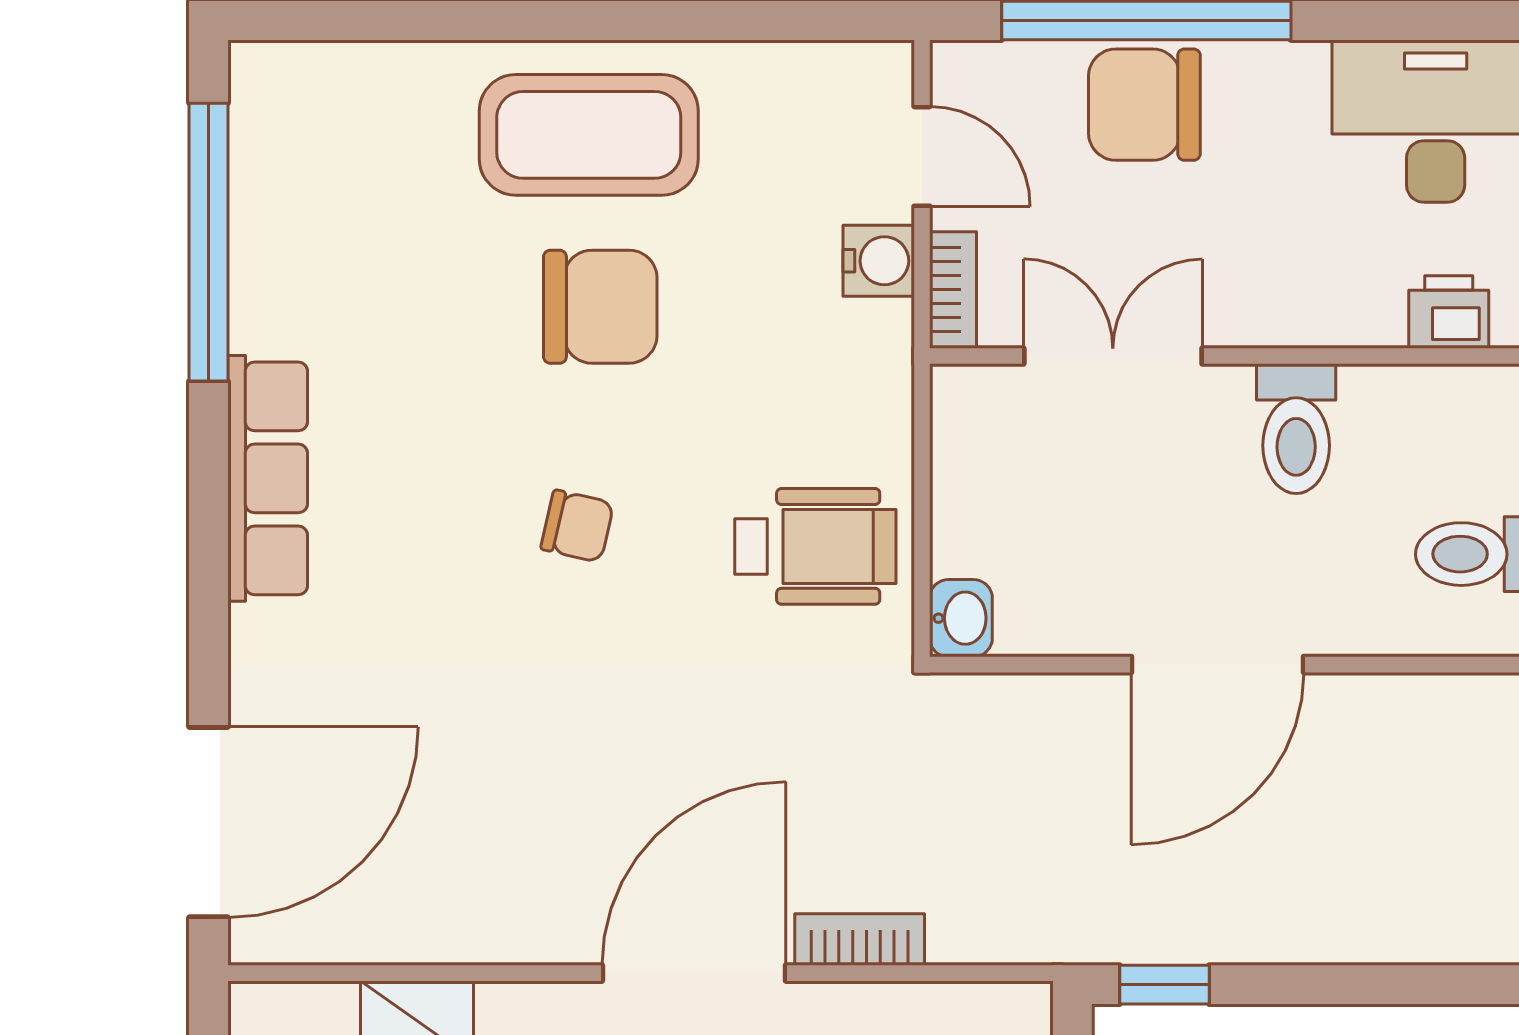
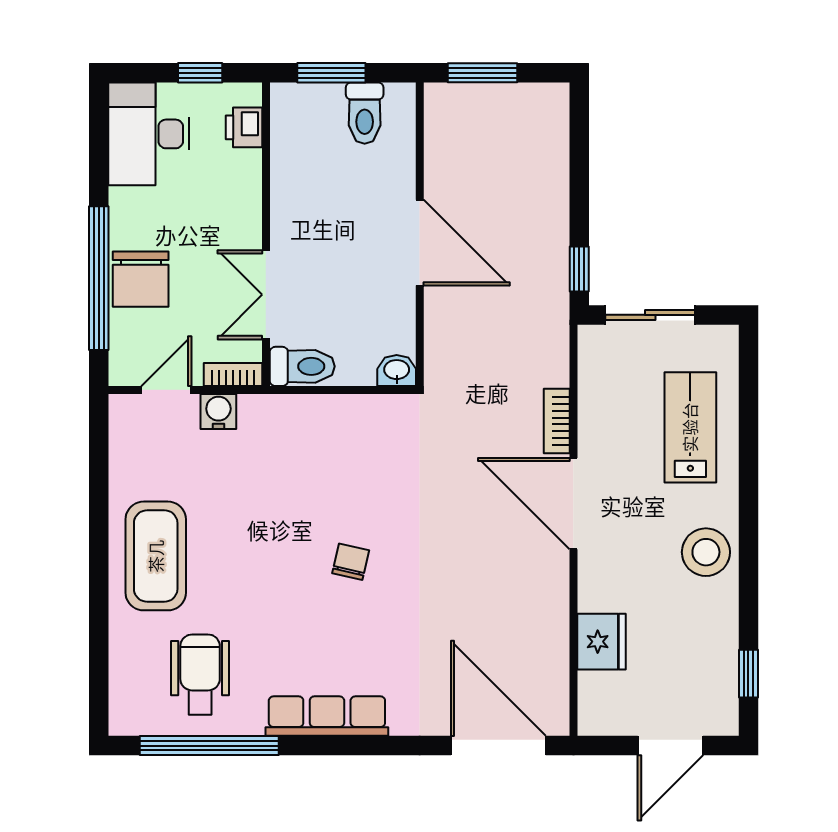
chair: (600, 307) -> (241, 550), removed
toilet: (1296, 429) -> (302, 366), moved
wheelchair: (815, 546) -> (200, 674), moved

